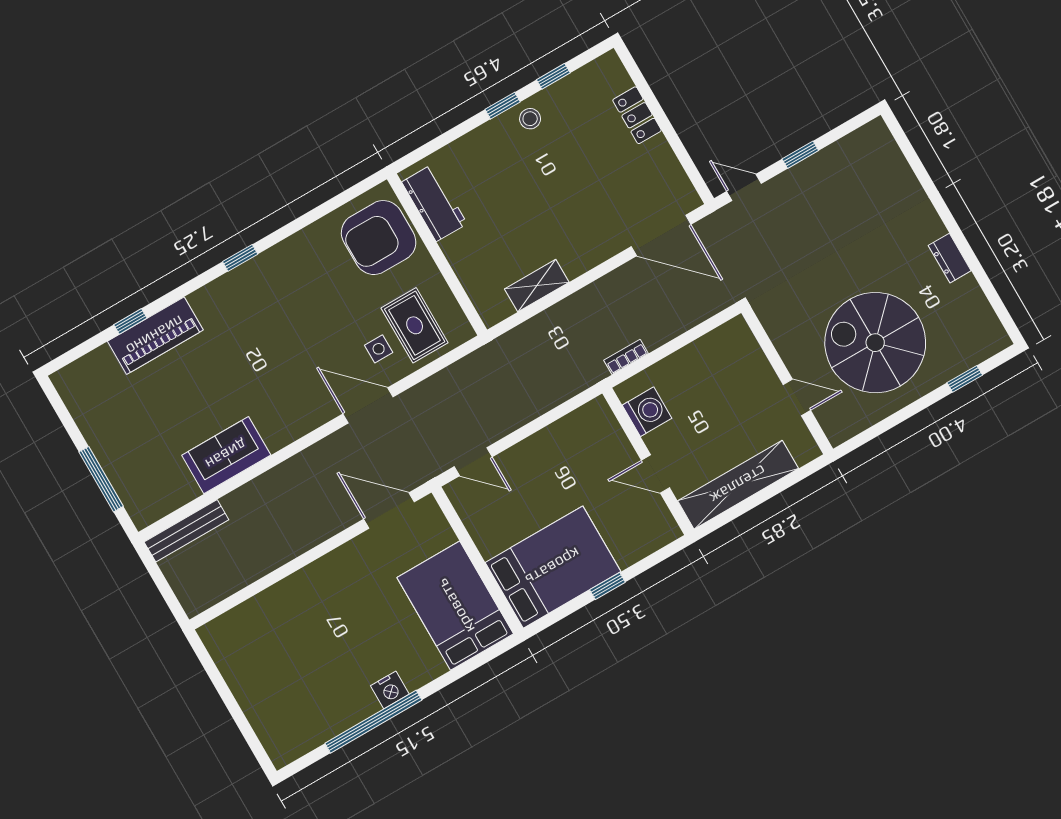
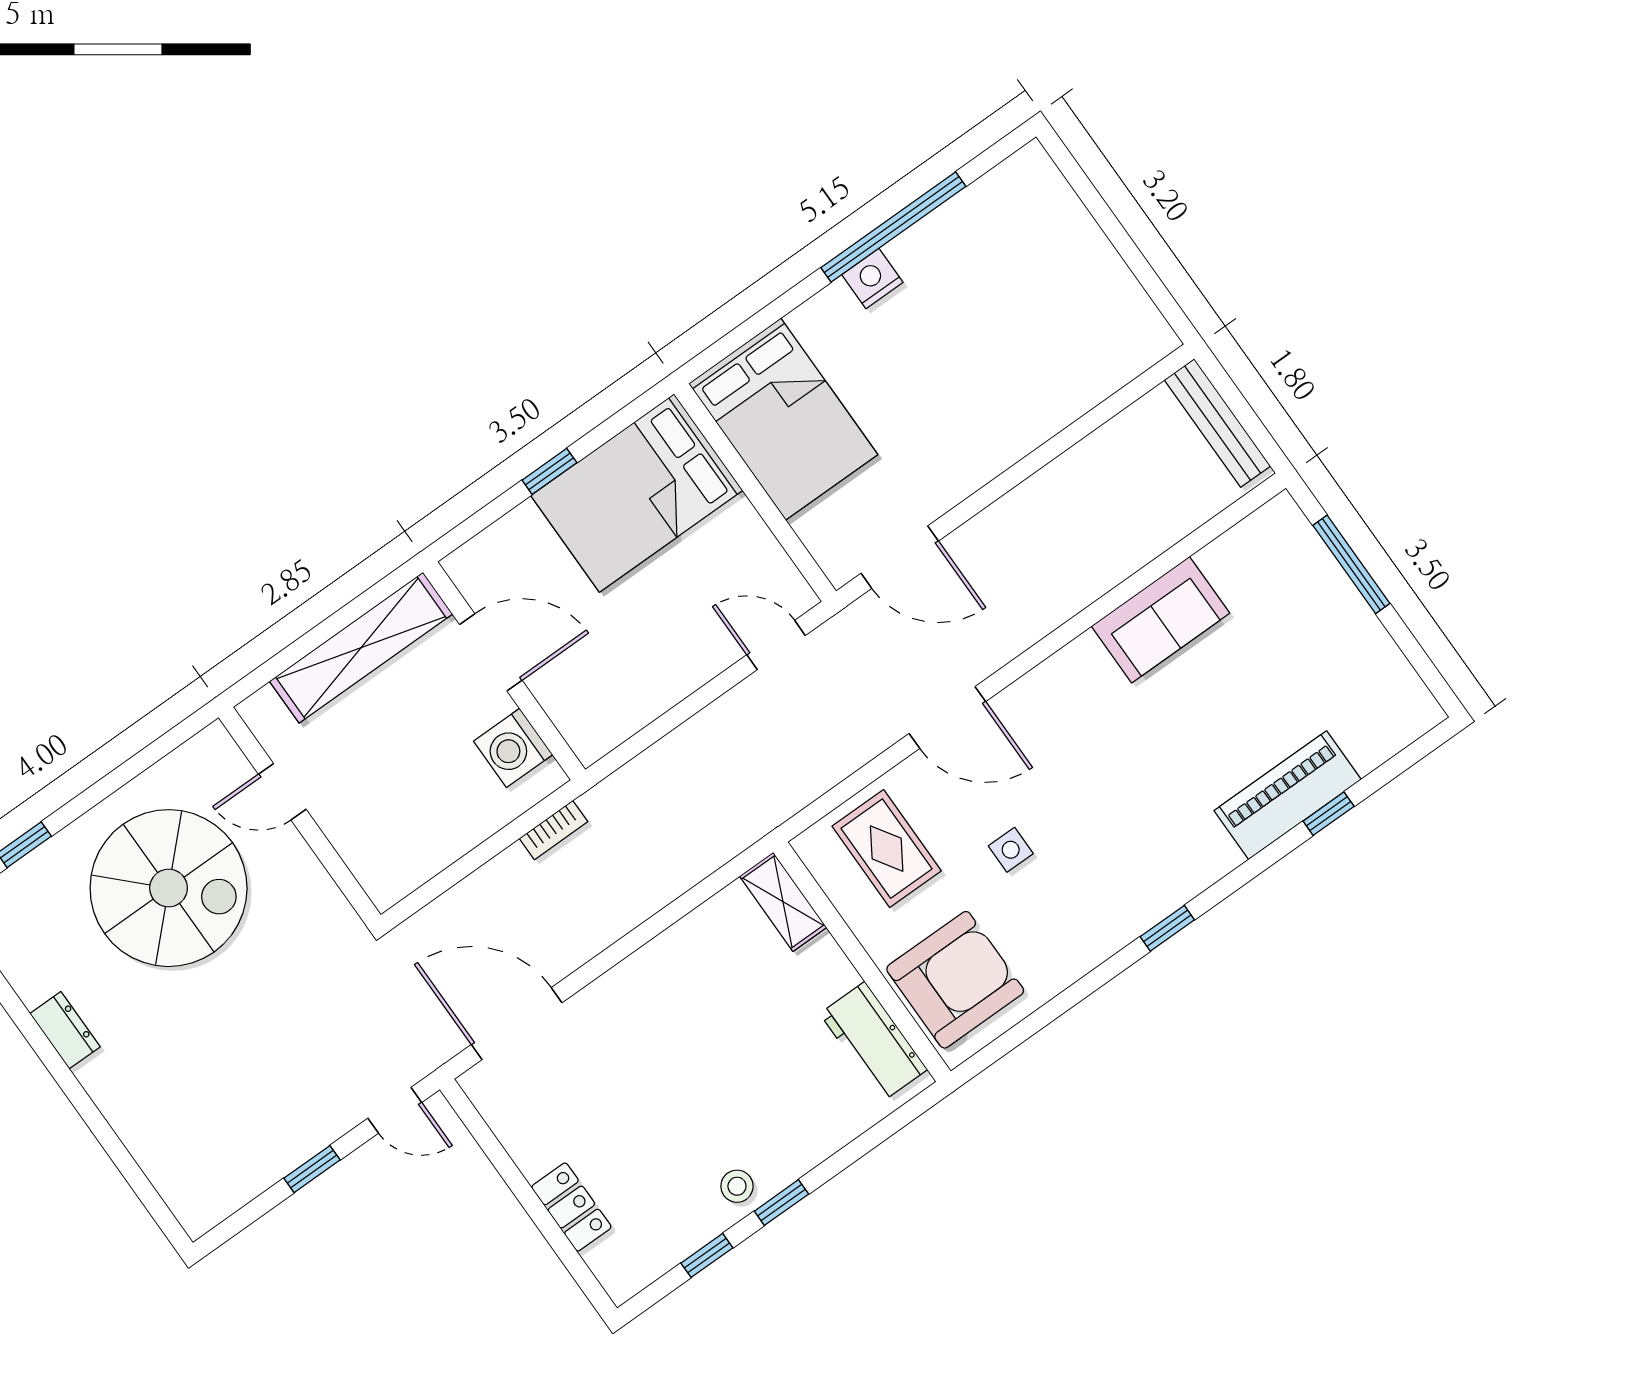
shelving: (537, 286) -> (783, 902), moved, turned 90
side table: (379, 349) -> (1011, 850), moved
door: (656, 474) -> (491, 652), width x1.38
bench: (186, 531) -> (1217, 423), moved, turned 90

